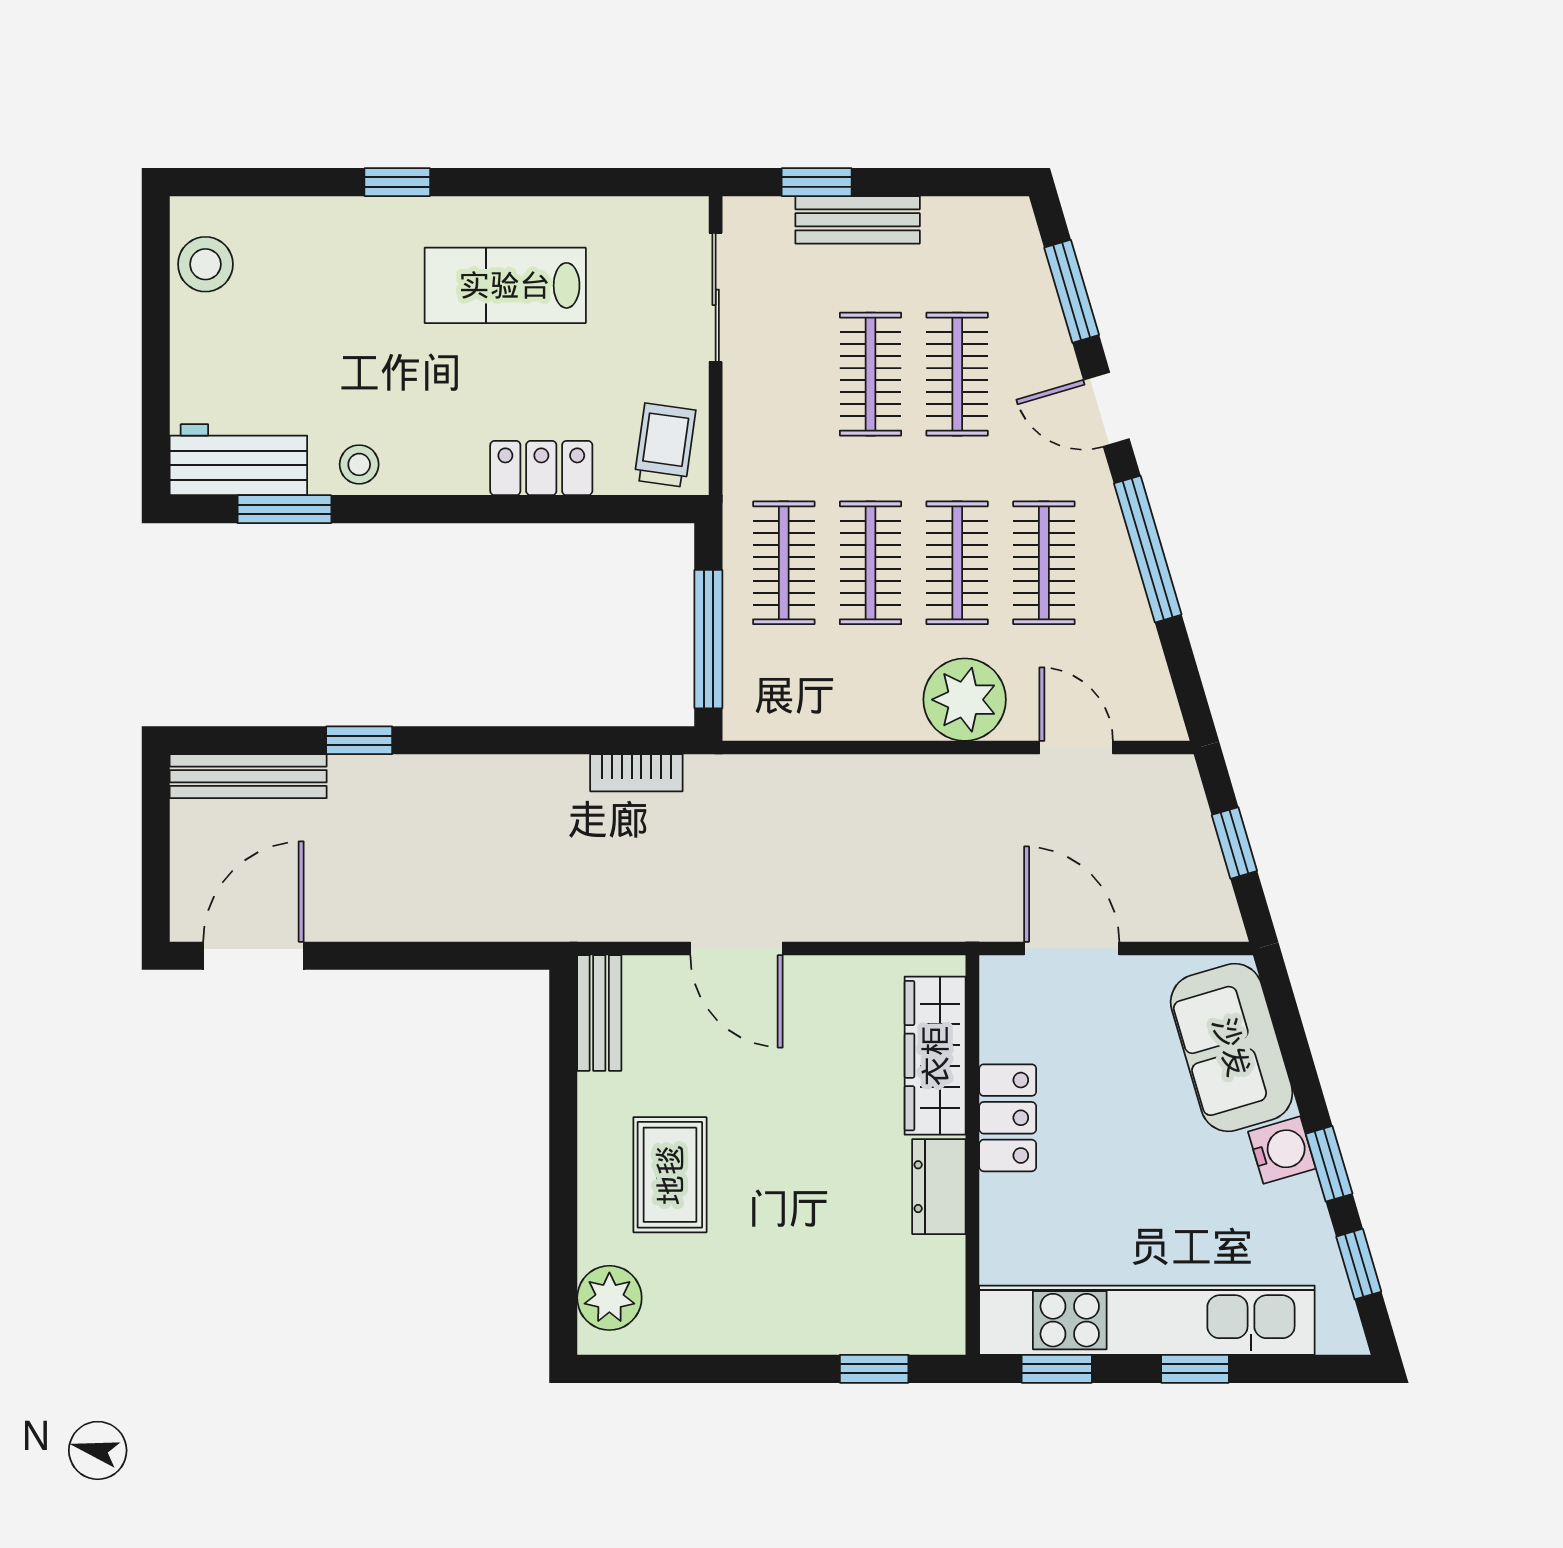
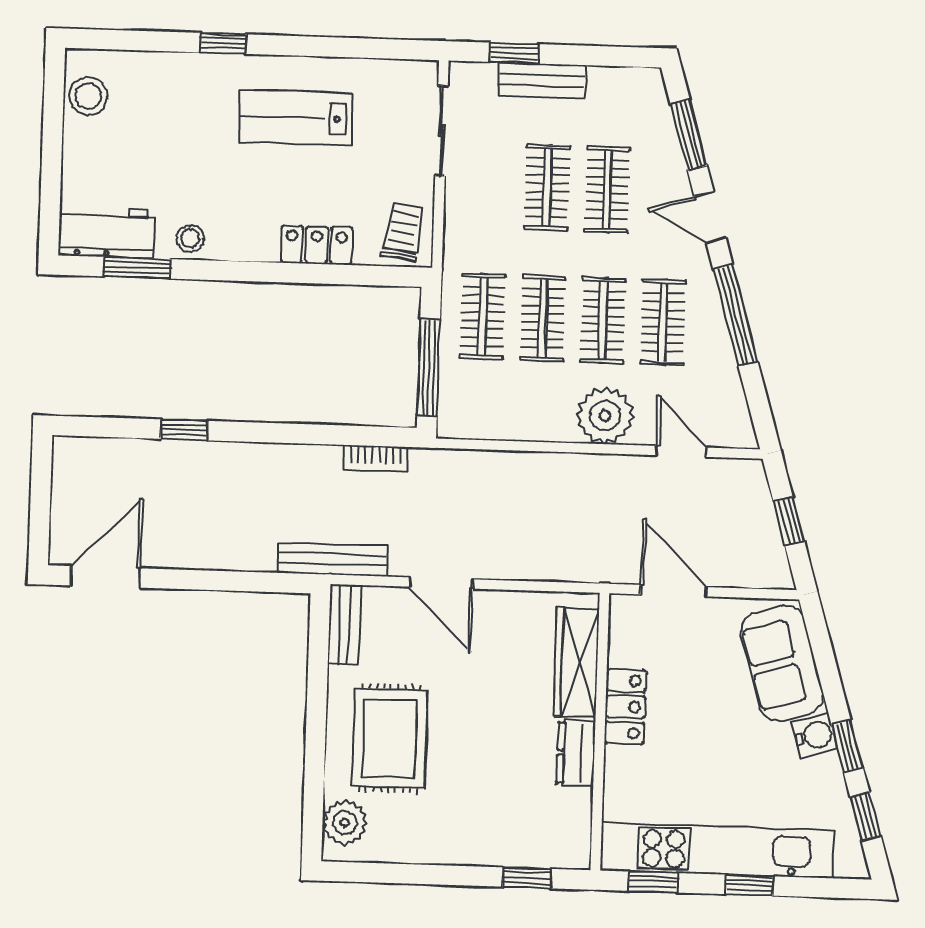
bench: (248, 776) -> (333, 559), moved
rug: (670, 1175) -> (390, 738), width x1.36, depth x1.43

